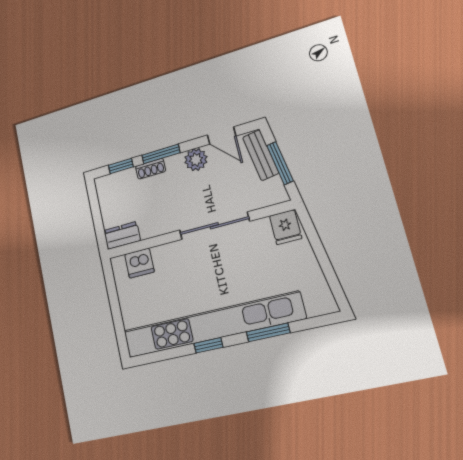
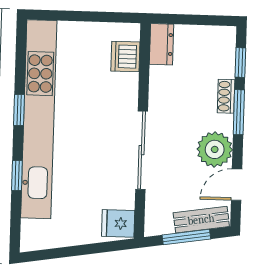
plant: (196, 160) -> (215, 149), width x1.36, depth x1.36
window: (268, 332) -> (17, 175), width x0.67

